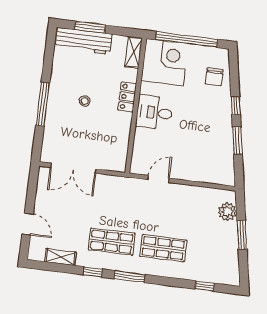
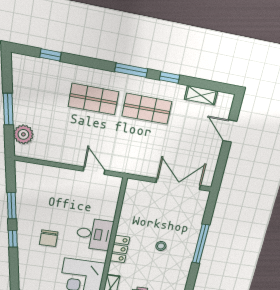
chair: (214, 77) -> (49, 238), moved, turned 180
door: (159, 179) -> (94, 171), swing flipped

